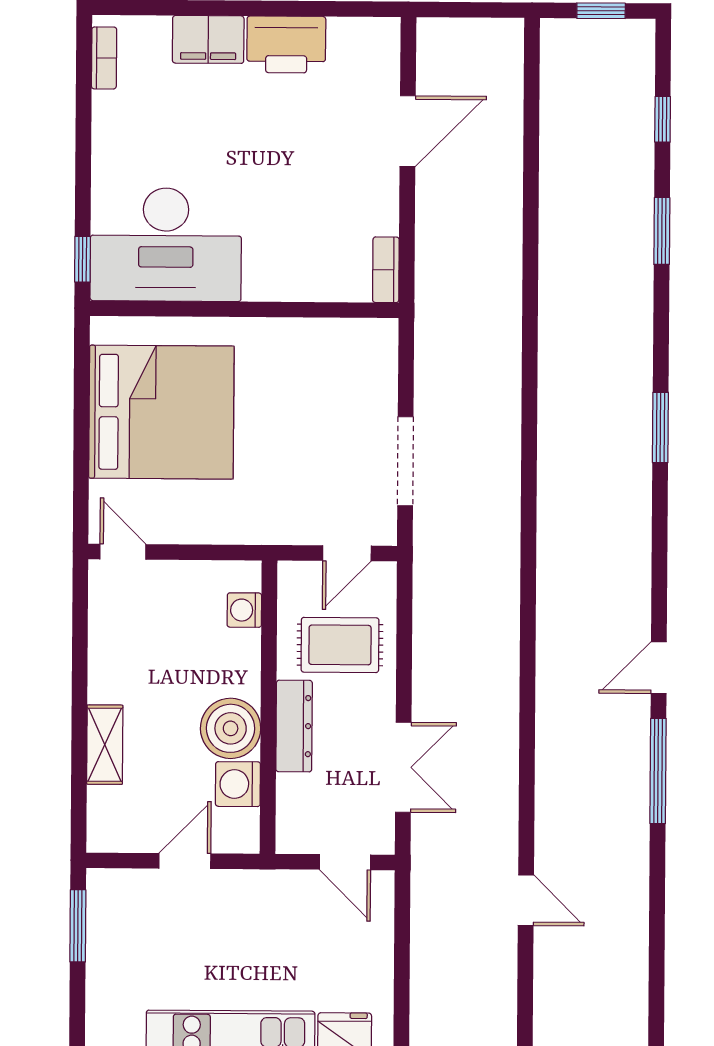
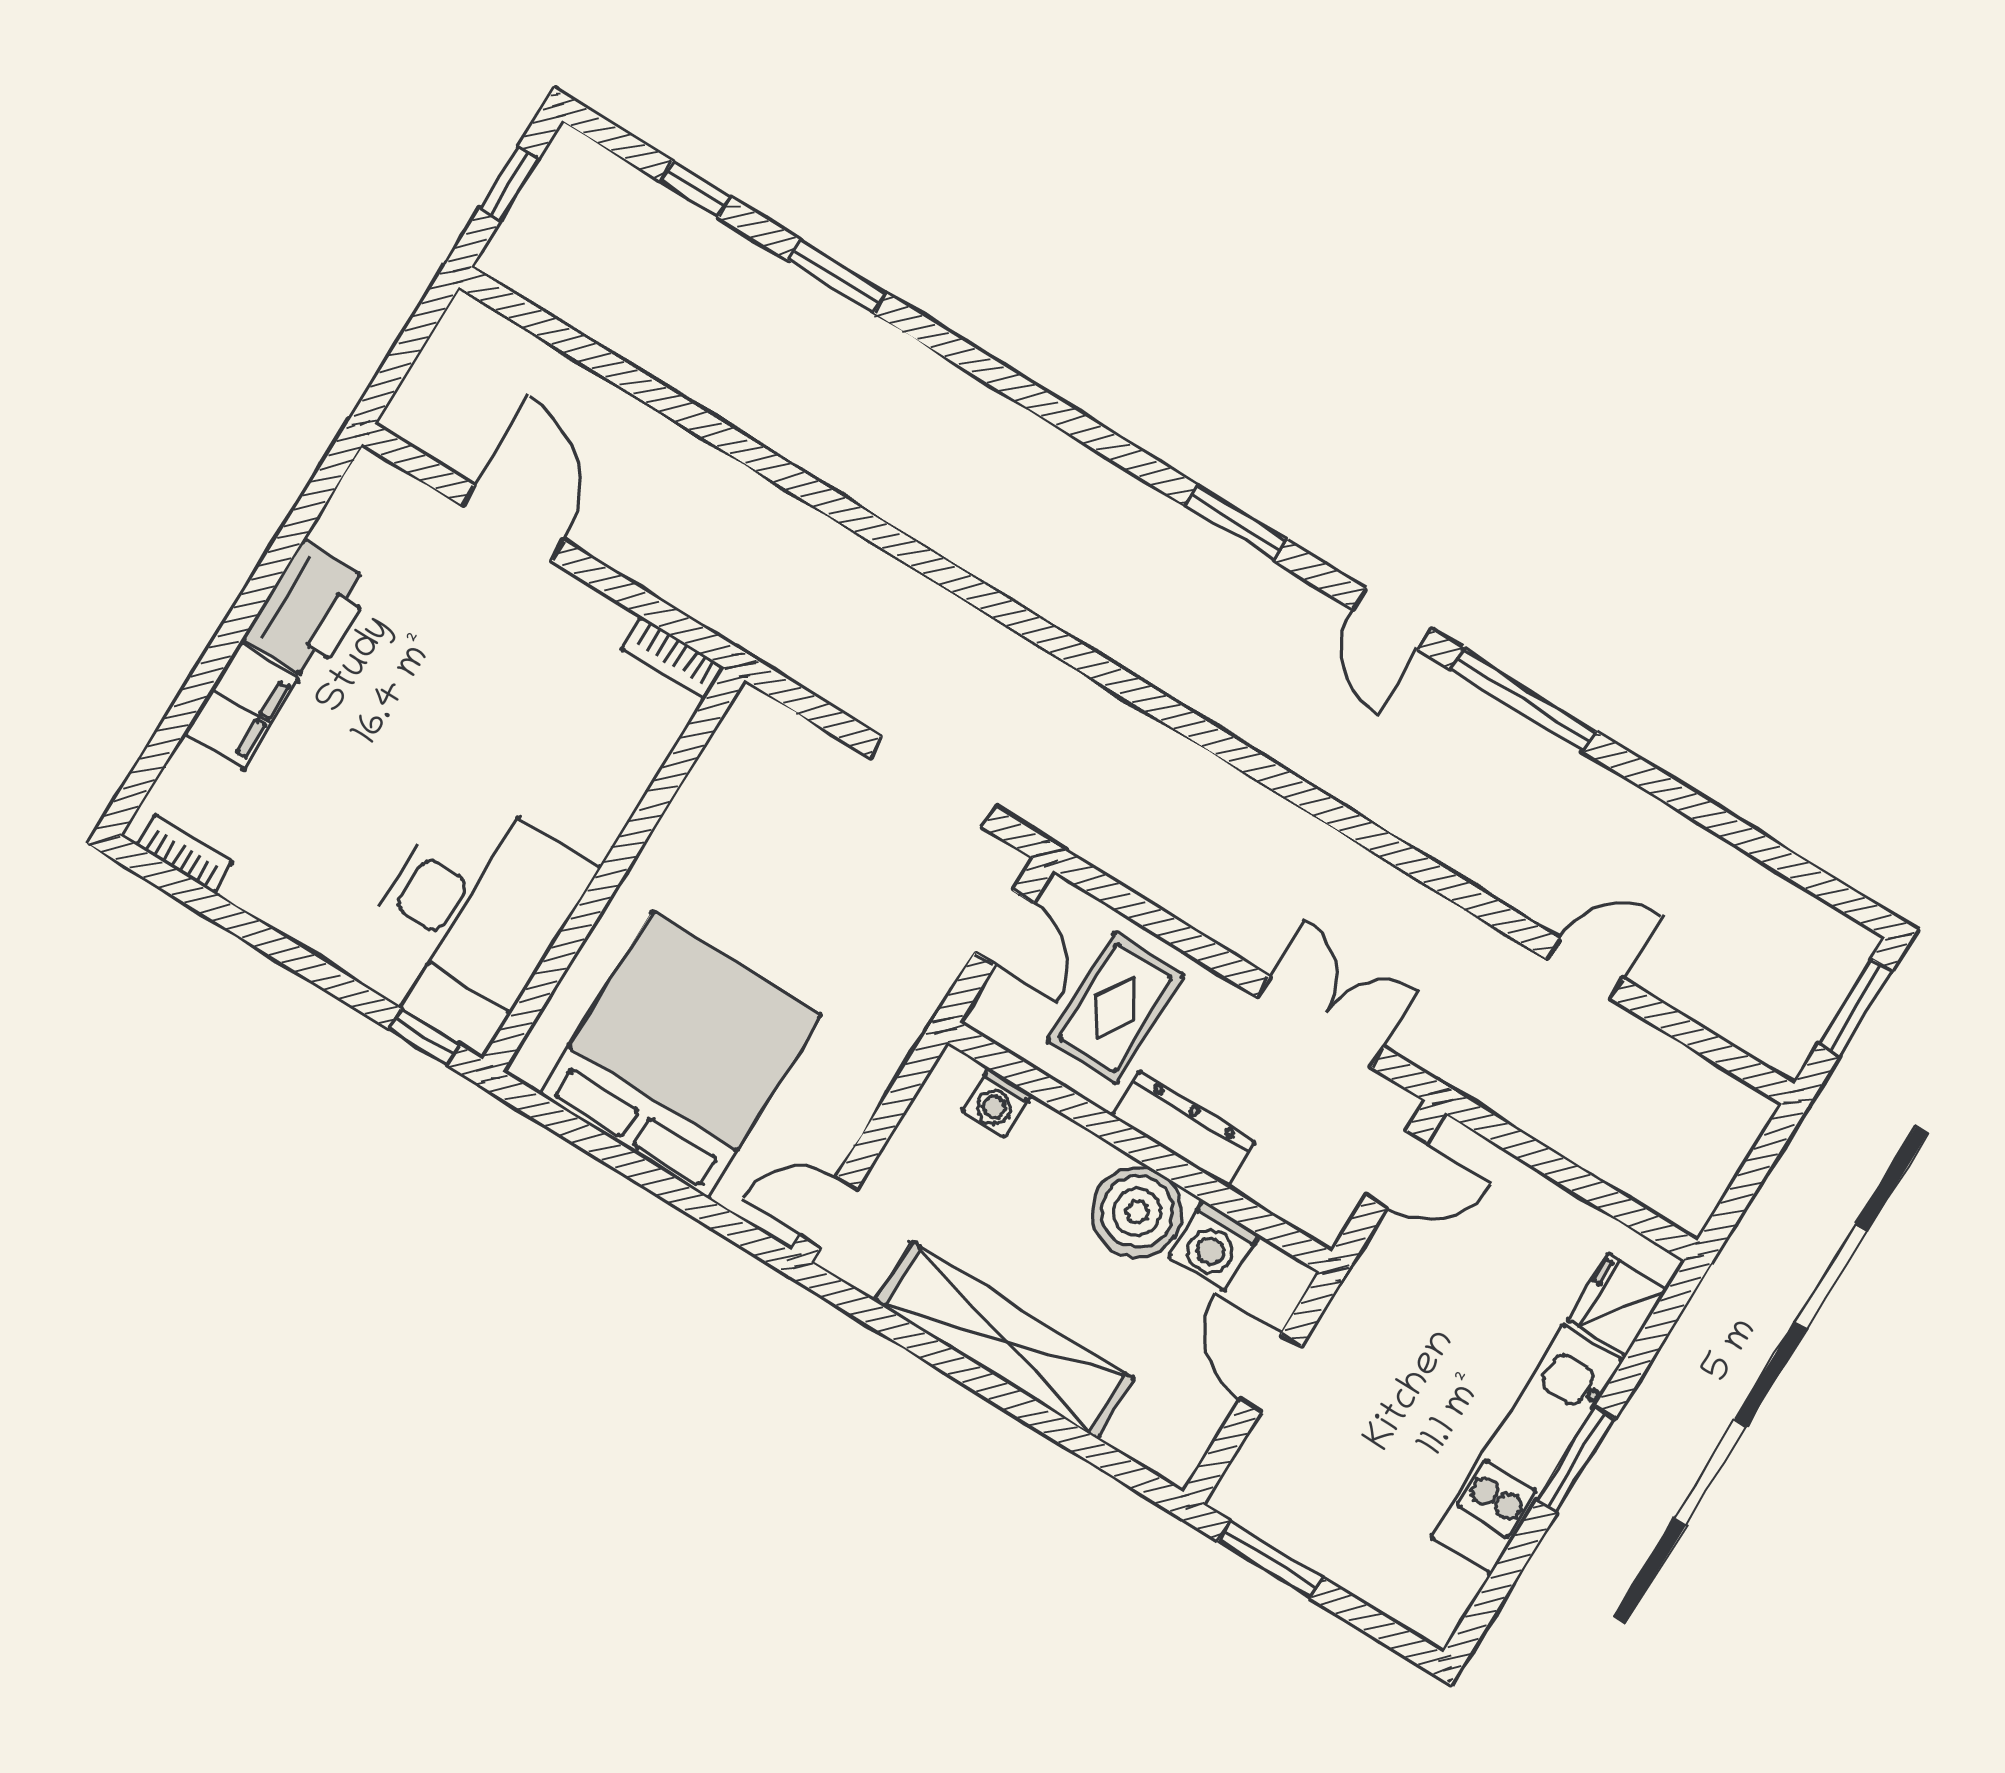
window: (660, 427) -> (1236, 523), moved
shelving: (105, 745) -> (1005, 1340), width x2.20, depth x1.33

